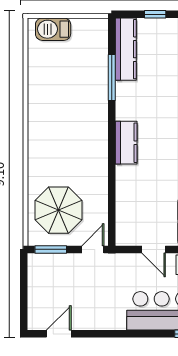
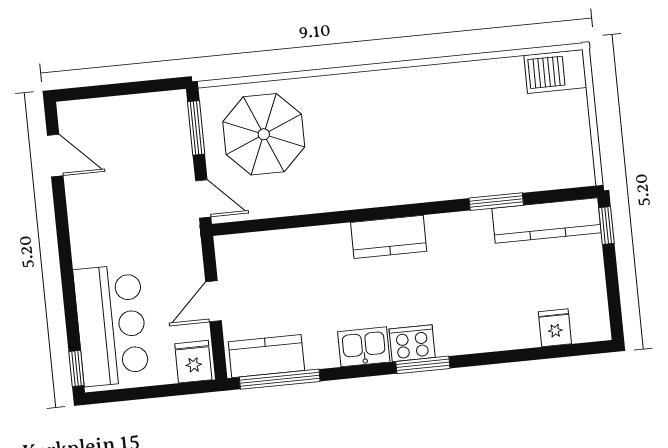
window: (155, 14) -> (606, 226), moved
barbecue: (53, 29) -> (555, 71), moved, turned -90
window: (112, 77) -> (496, 202), width x0.69

